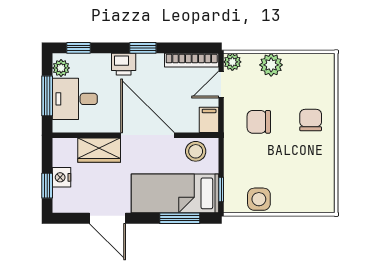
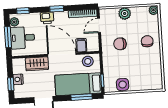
plant: (232, 62) -> (153, 10), moved
filing cabinet: (209, 120) -> (81, 45), moved

